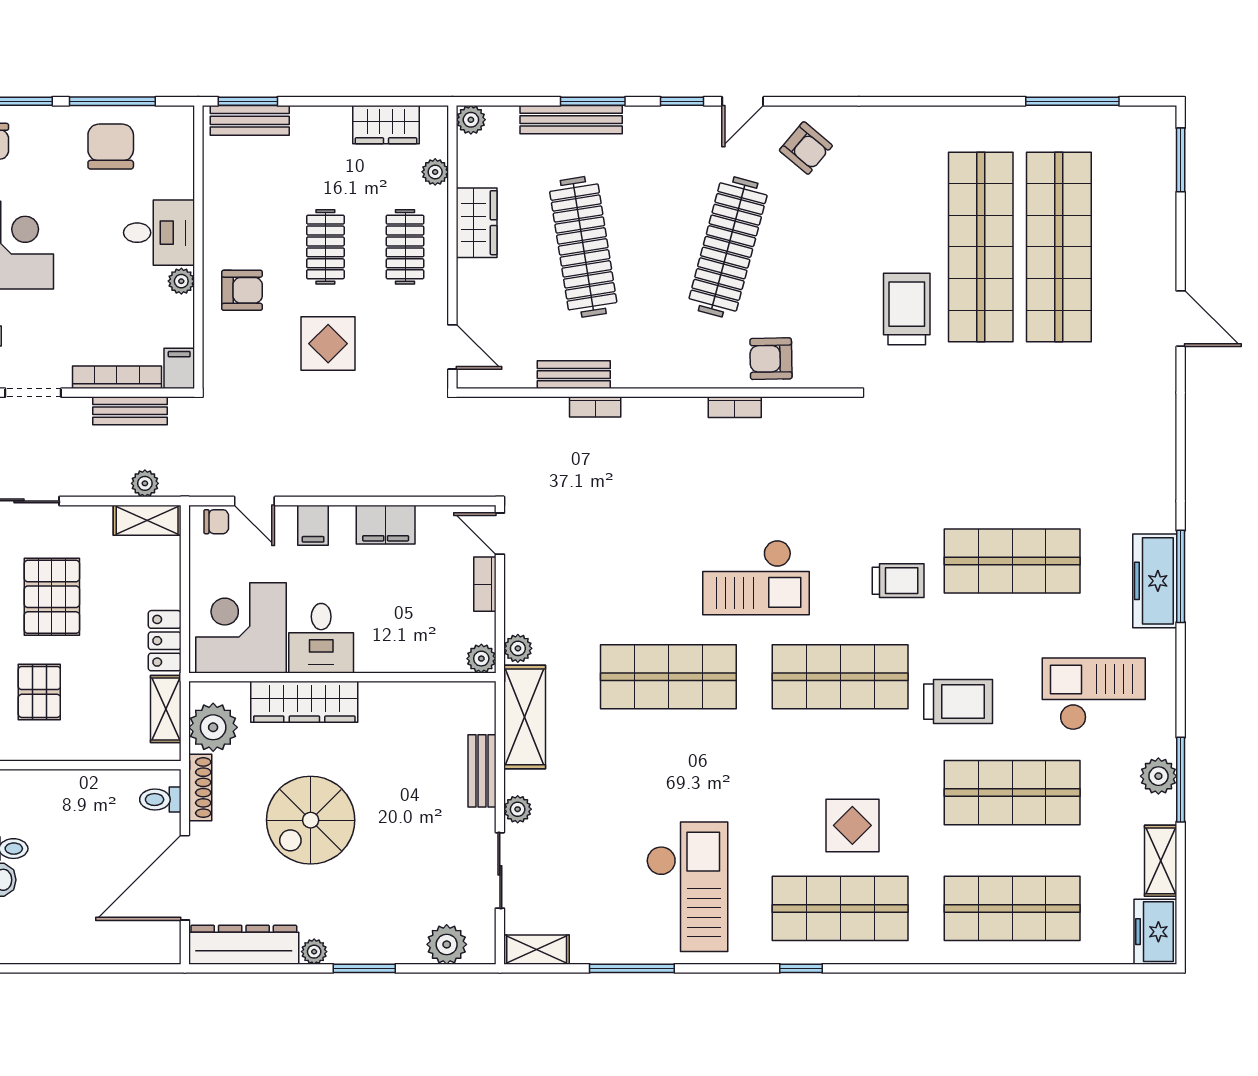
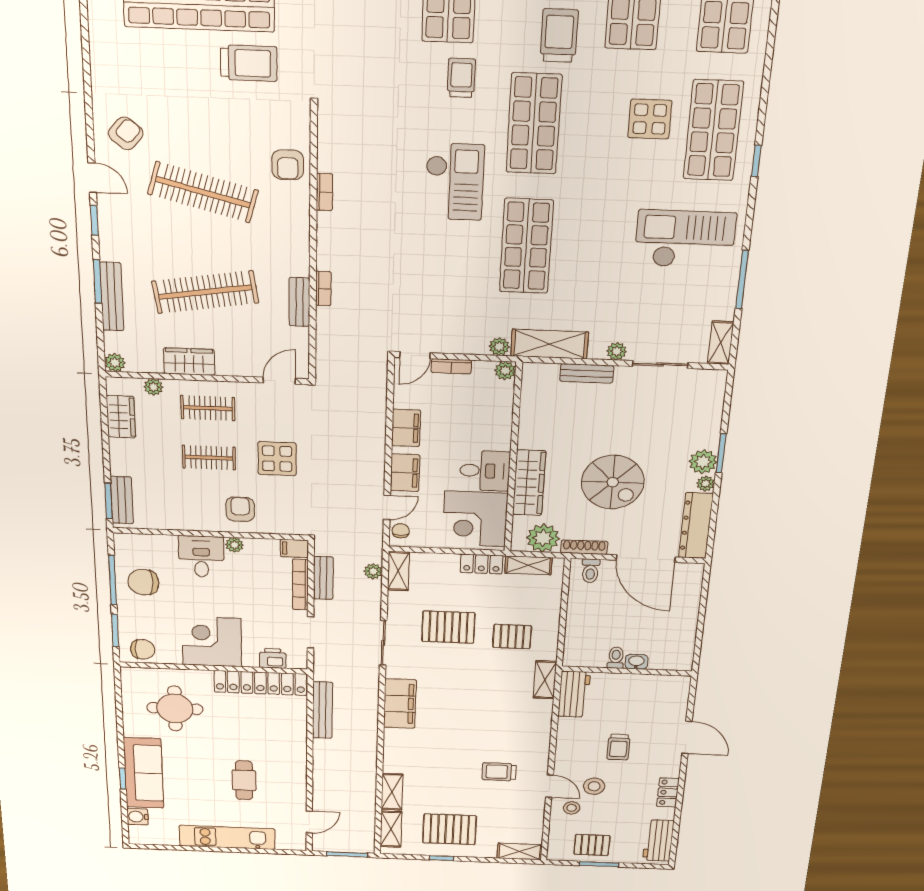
trolley: (907, 309) -> (249, 63), turned 180
filing cabinet: (313, 525) -> (405, 473), width x2.00
plant: (447, 944) -> (703, 462), moved

